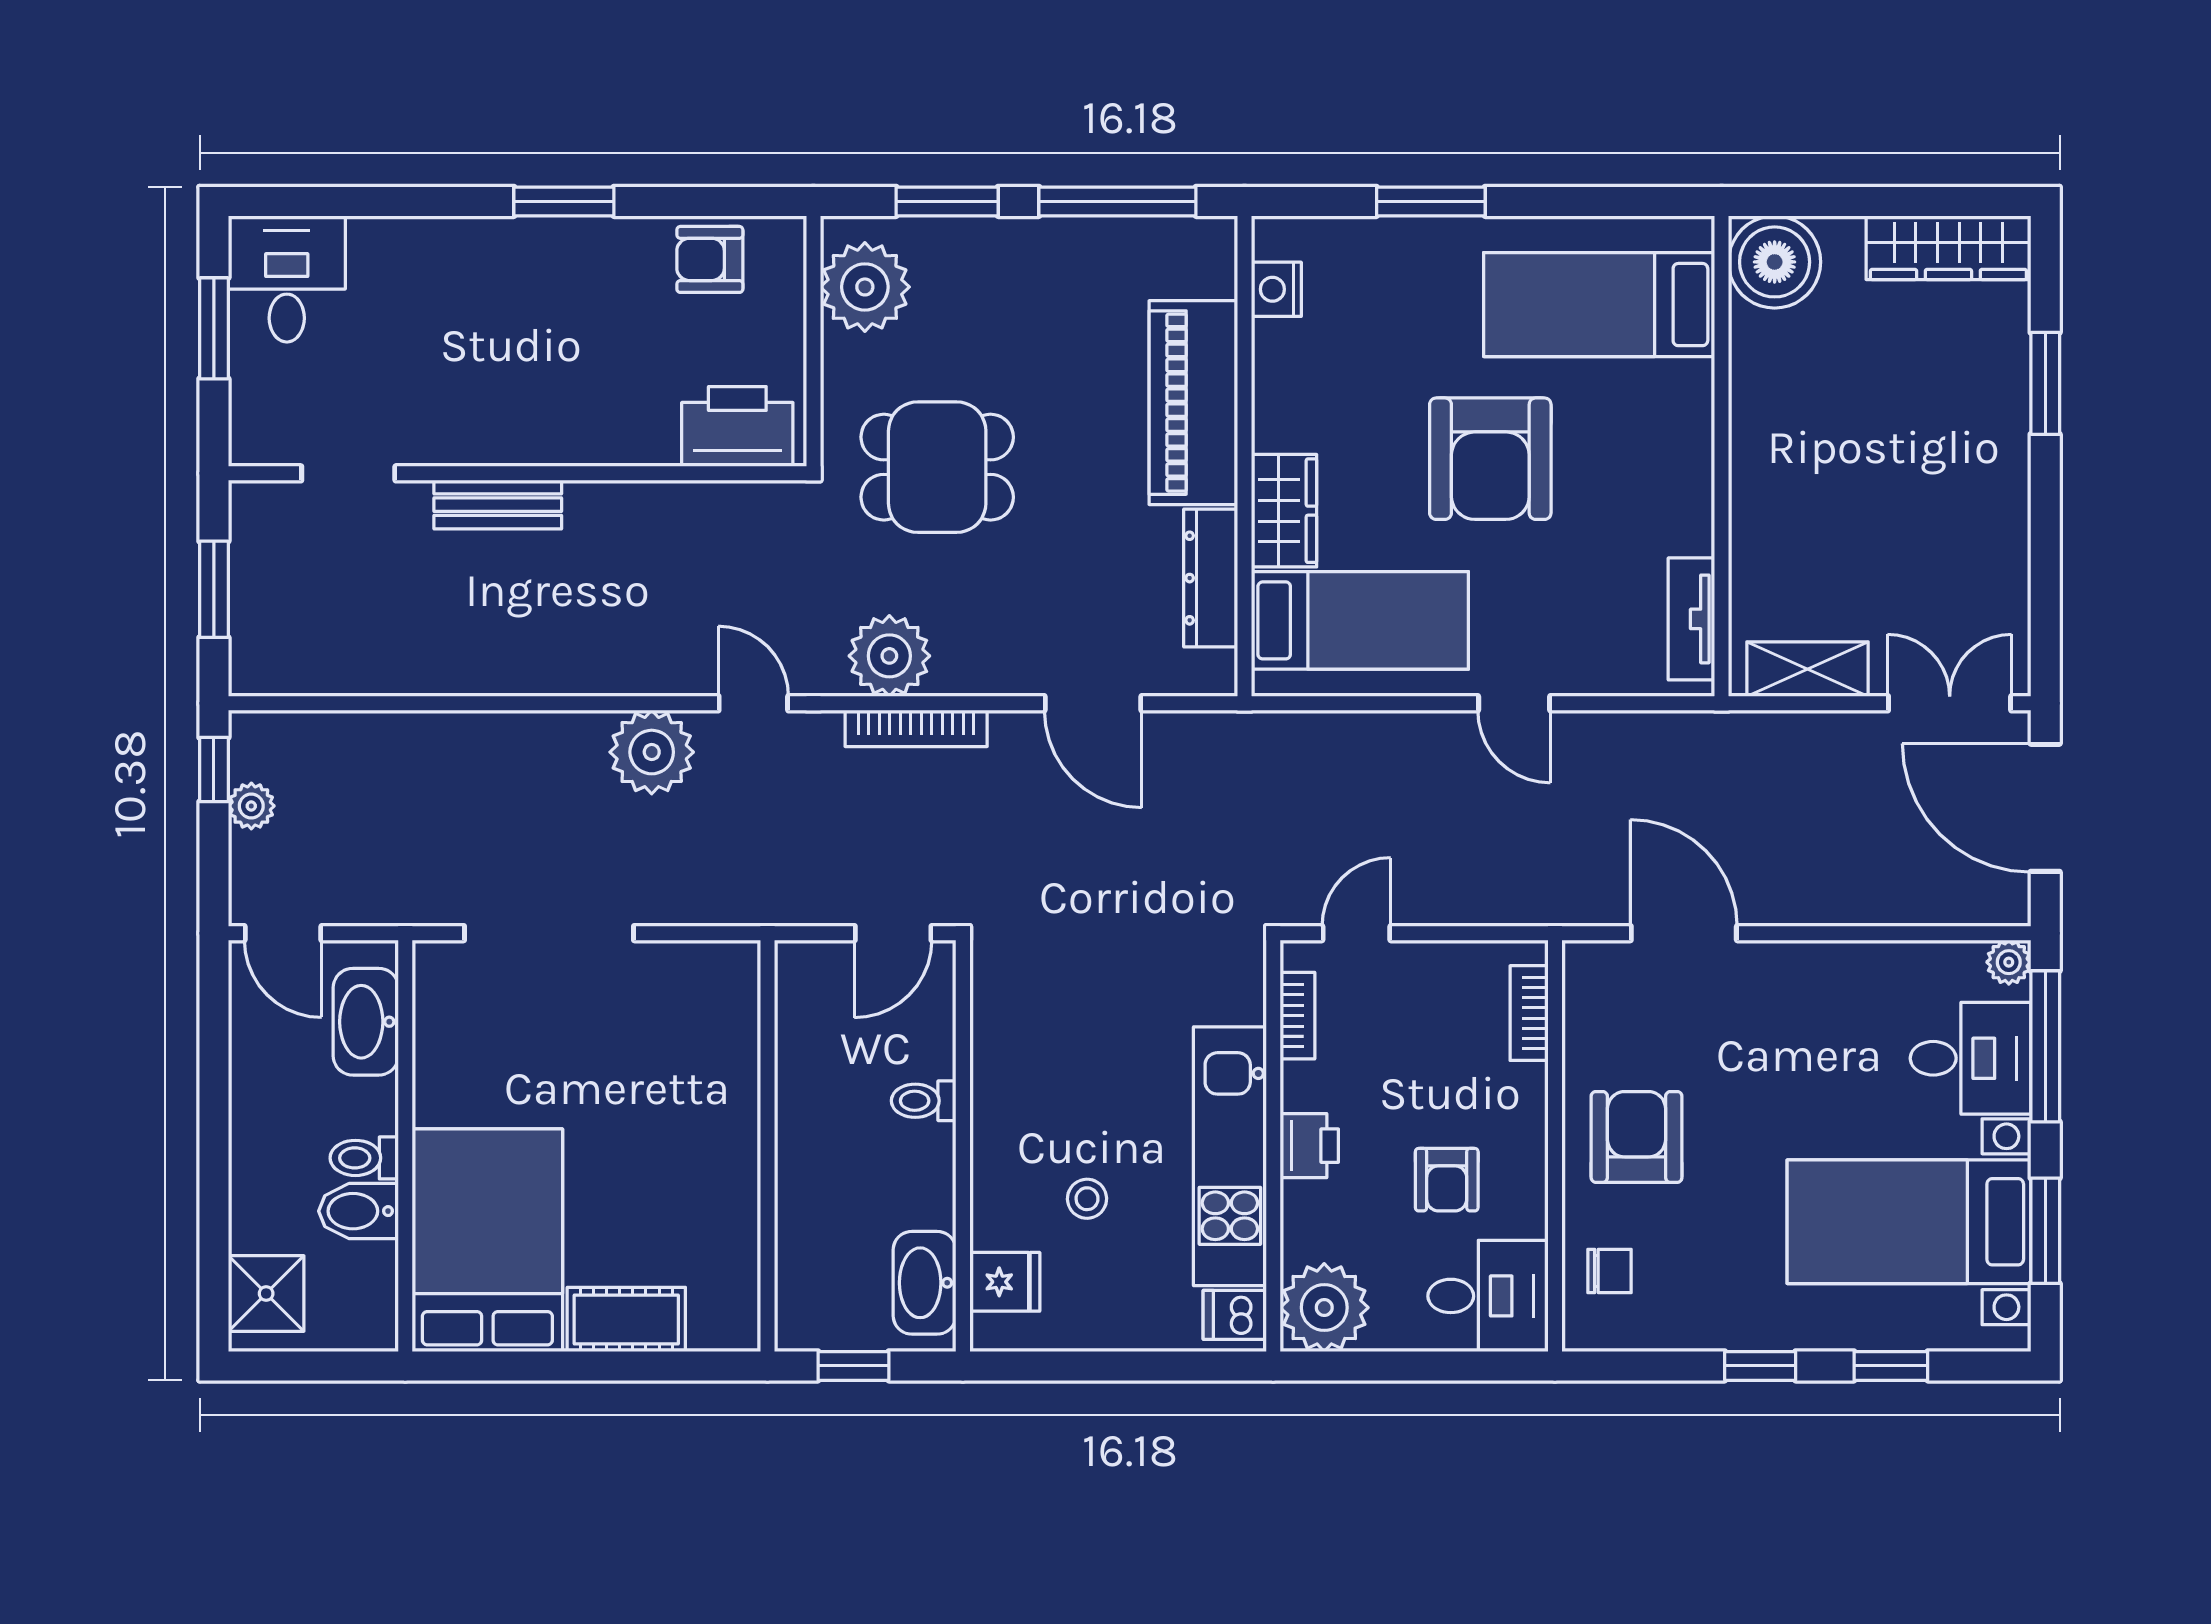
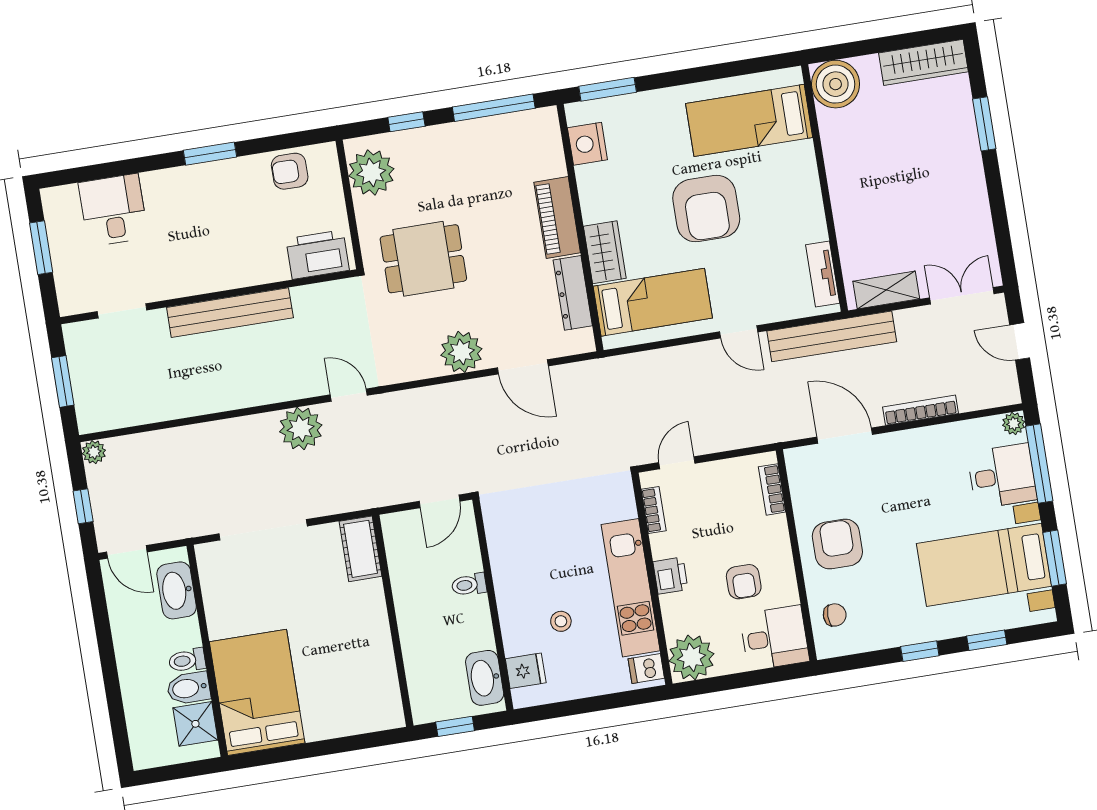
window: (947, 201) -> (406, 122), width x0.67
window: (1431, 201) -> (608, 89), moved
desk: (287, 279) -> (113, 210), moved
nightstand: (1276, 289) -> (587, 144), width x1.36, depth x1.33
piano: (1193, 403) -> (557, 218), width x0.73, depth x0.75
bench: (498, 505) -> (230, 313), width x1.86, depth x1.21
plant: (889, 656) -> (461, 352), moved
bookcase: (916, 728) -> (920, 410), moved, turned 180
bench: (1690, 740) -> (832, 336), added
window: (214, 770) -> (83, 506), moved
plant: (251, 806) -> (94, 452), moved
door: (2045, 808) -> (1020, 341), width x0.53
shower: (266, 1293) -> (195, 724), moved
cot: (626, 1319) -> (361, 549), moved, turned 90

